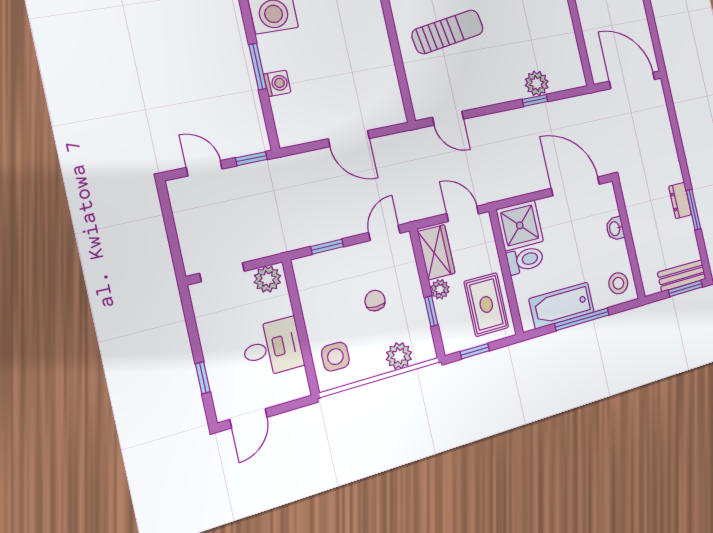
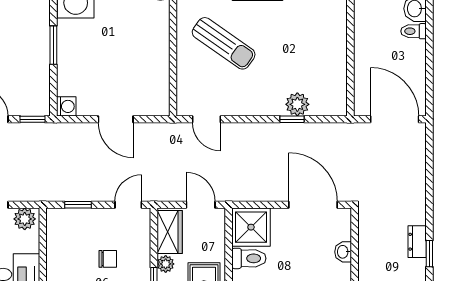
sun lounger: (448, 32) -> (224, 43), turned 44
washing machine: (277, 83) -> (66, 106), moved
window: (693, 210) -> (429, 254), width x0.67
chair: (375, 301) -> (108, 259), turned 90

